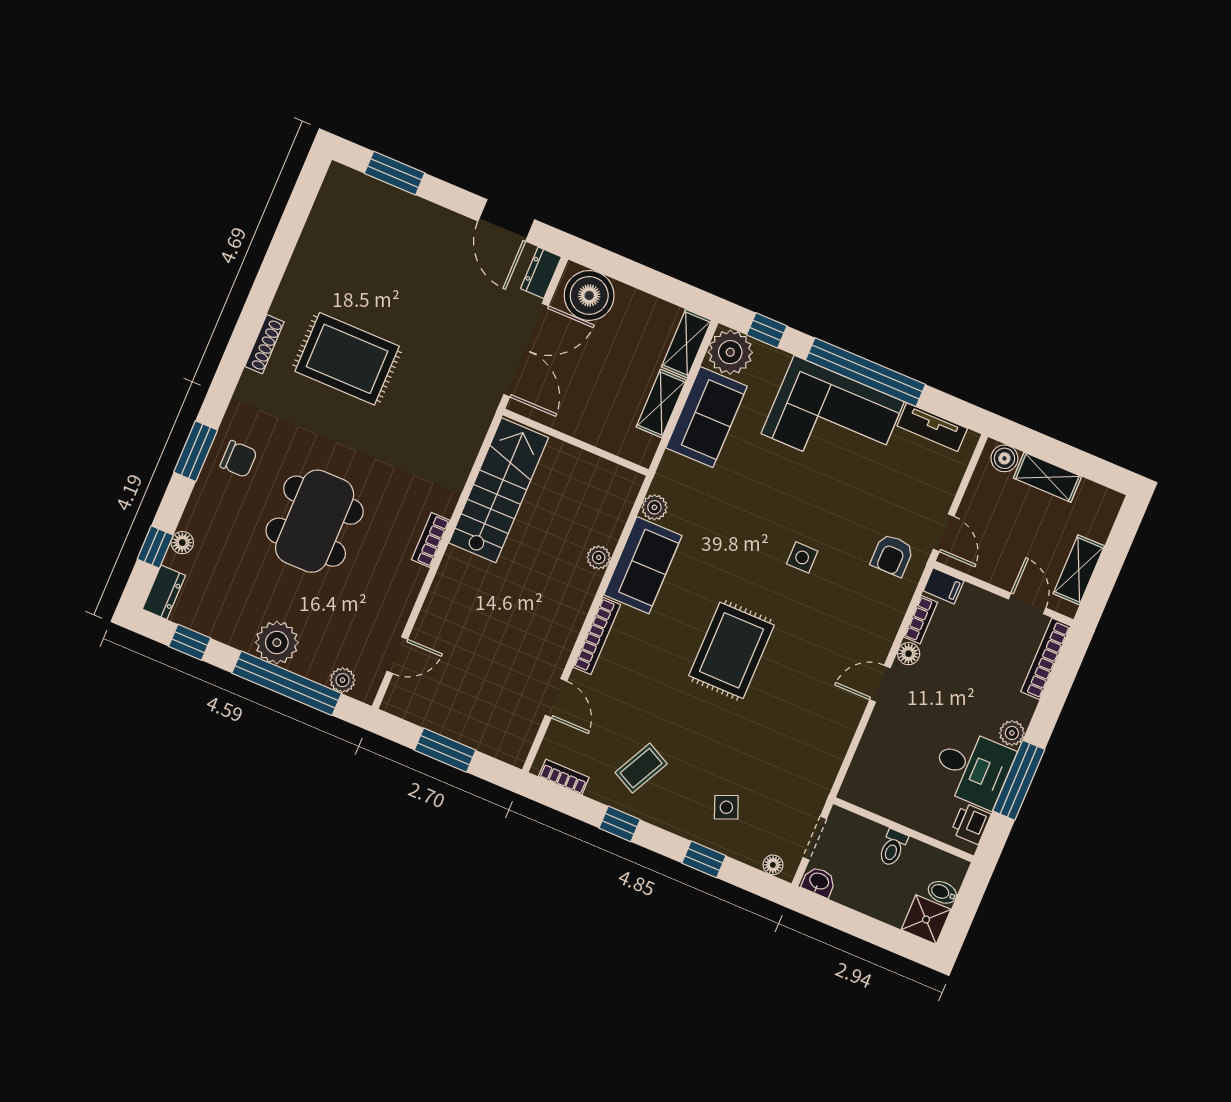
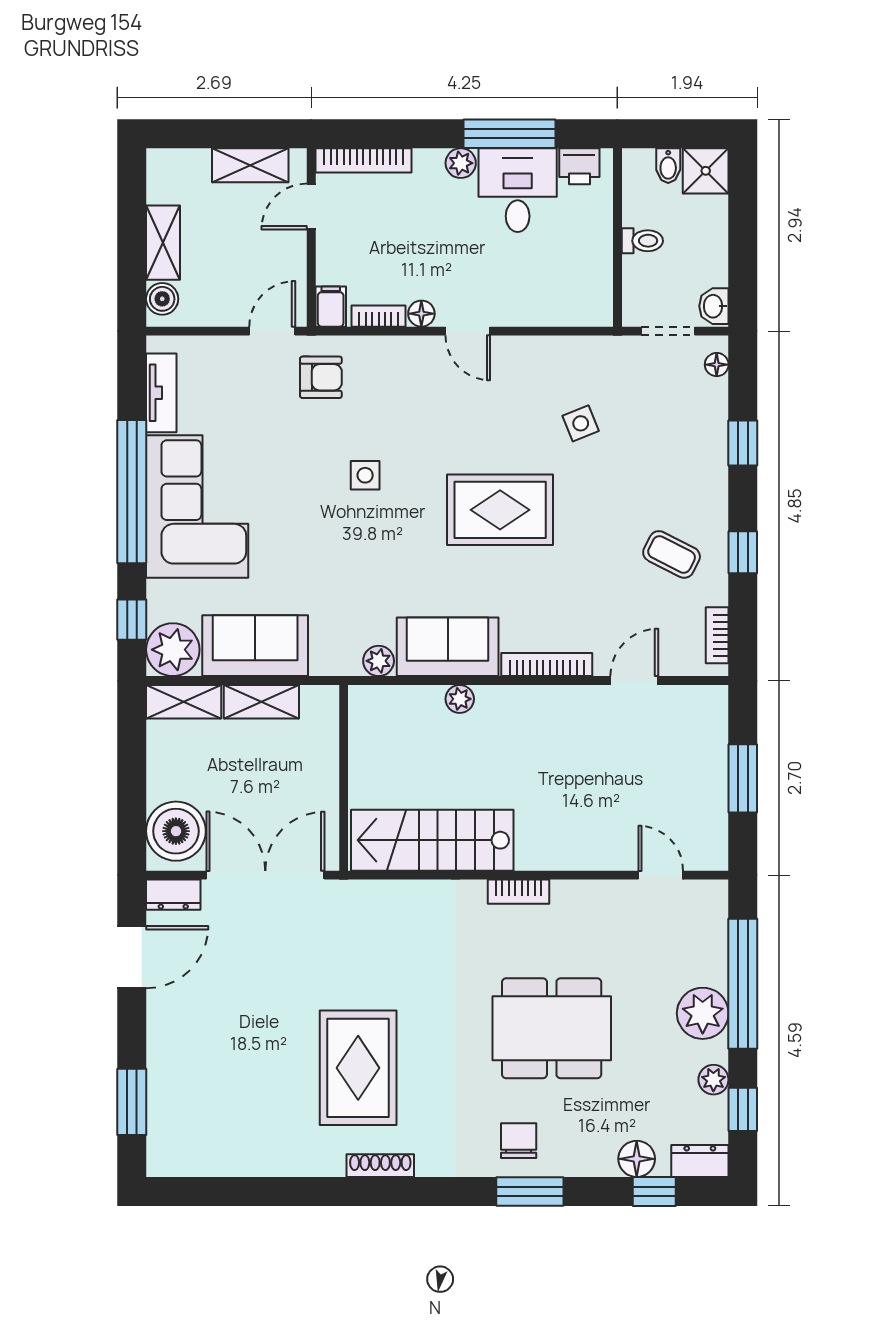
floor lamp: (182, 543) -> (637, 1159), width x1.37, depth x1.37
plant: (343, 680) -> (713, 1080), moved
side table: (726, 807) -> (581, 423), moved

